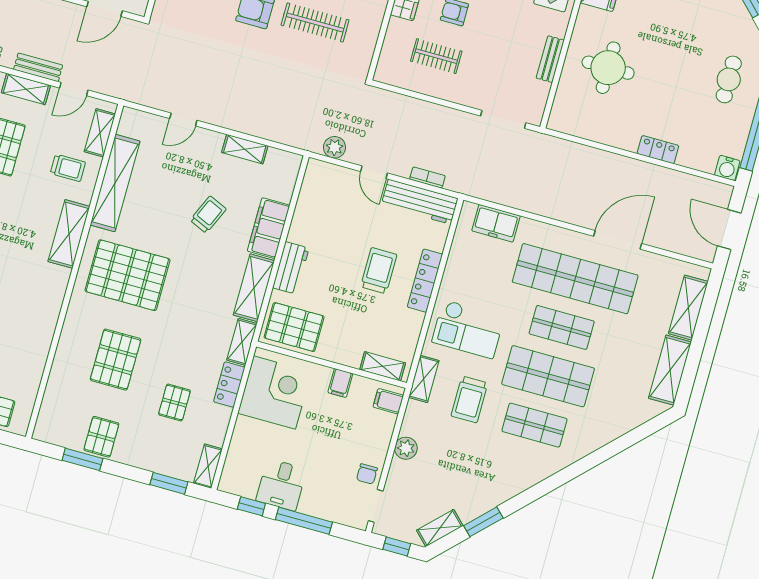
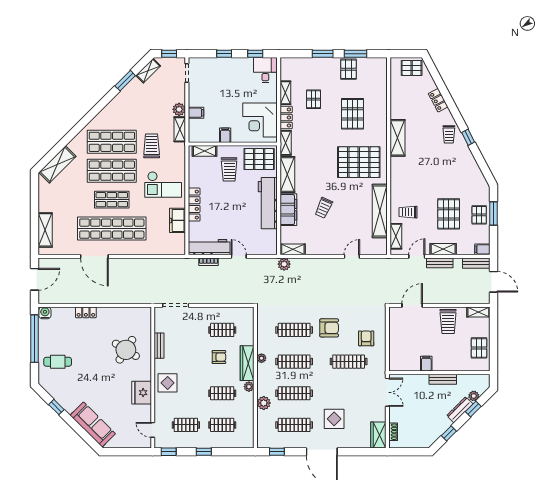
round table: (608, 68) -> (126, 350), turned 32
cafe table: (729, 79) -> (58, 362), turned 90
plant: (334, 147) -> (284, 264), moved
shelving: (245, 149) -> (293, 249), moved
freezer: (496, 223) -> (177, 220), moved, turned -90
door: (729, 229) -> (34, 279), hinge flipped
shelving: (69, 234) -> (397, 138), moved
door: (618, 240) -> (94, 256), hinge flipped
workbench: (291, 268) -> (268, 203), width x1.88, depth x1.32
trolley: (379, 271) -> (229, 169), moved
checkout: (468, 329) -> (163, 184), turned 180
shelving: (670, 370) -> (57, 164), moved, turned 45
shelving: (424, 379) -> (180, 129), moved
filing cabinet: (388, 401) -> (196, 113), moved
shop shelf: (535, 425) -> (112, 142), width x1.43, depth x1.36
shelving: (208, 466) -> (285, 93), moved
chair: (367, 474) -> (197, 89), removed
window: (169, 483) -> (323, 54), moved
desk: (281, 485) -> (265, 70), moved
window: (304, 521) -> (224, 54), width x0.46

